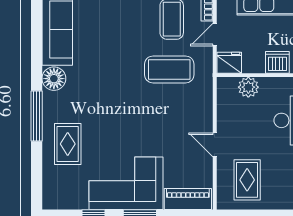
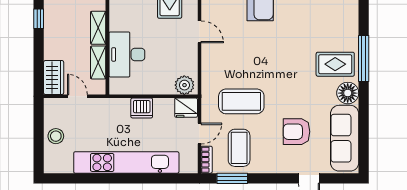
armchair: (109, 37) -> (297, 132), added
plant: (248, 87) -> (184, 85), moved
rug: (68, 144) -> (335, 64), moved, turned 90

